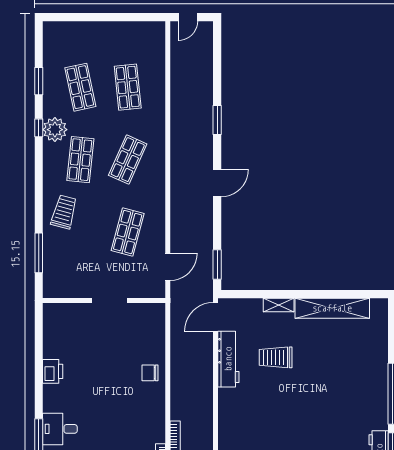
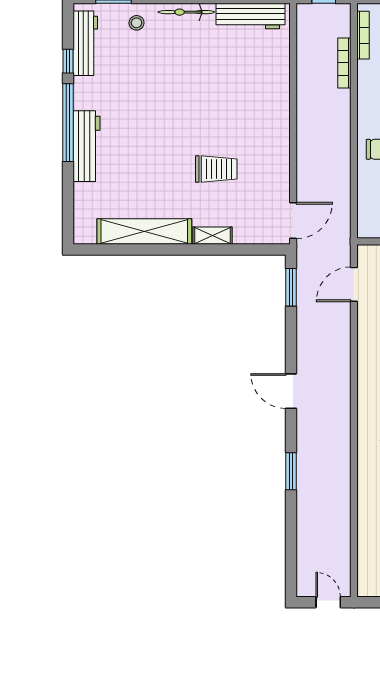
door: (188, 17) -> (328, 602), hinge flipped
door: (217, 183) -> (291, 391), hinge flipped
workbench: (228, 359) -> (86, 146), moved, turned 180

